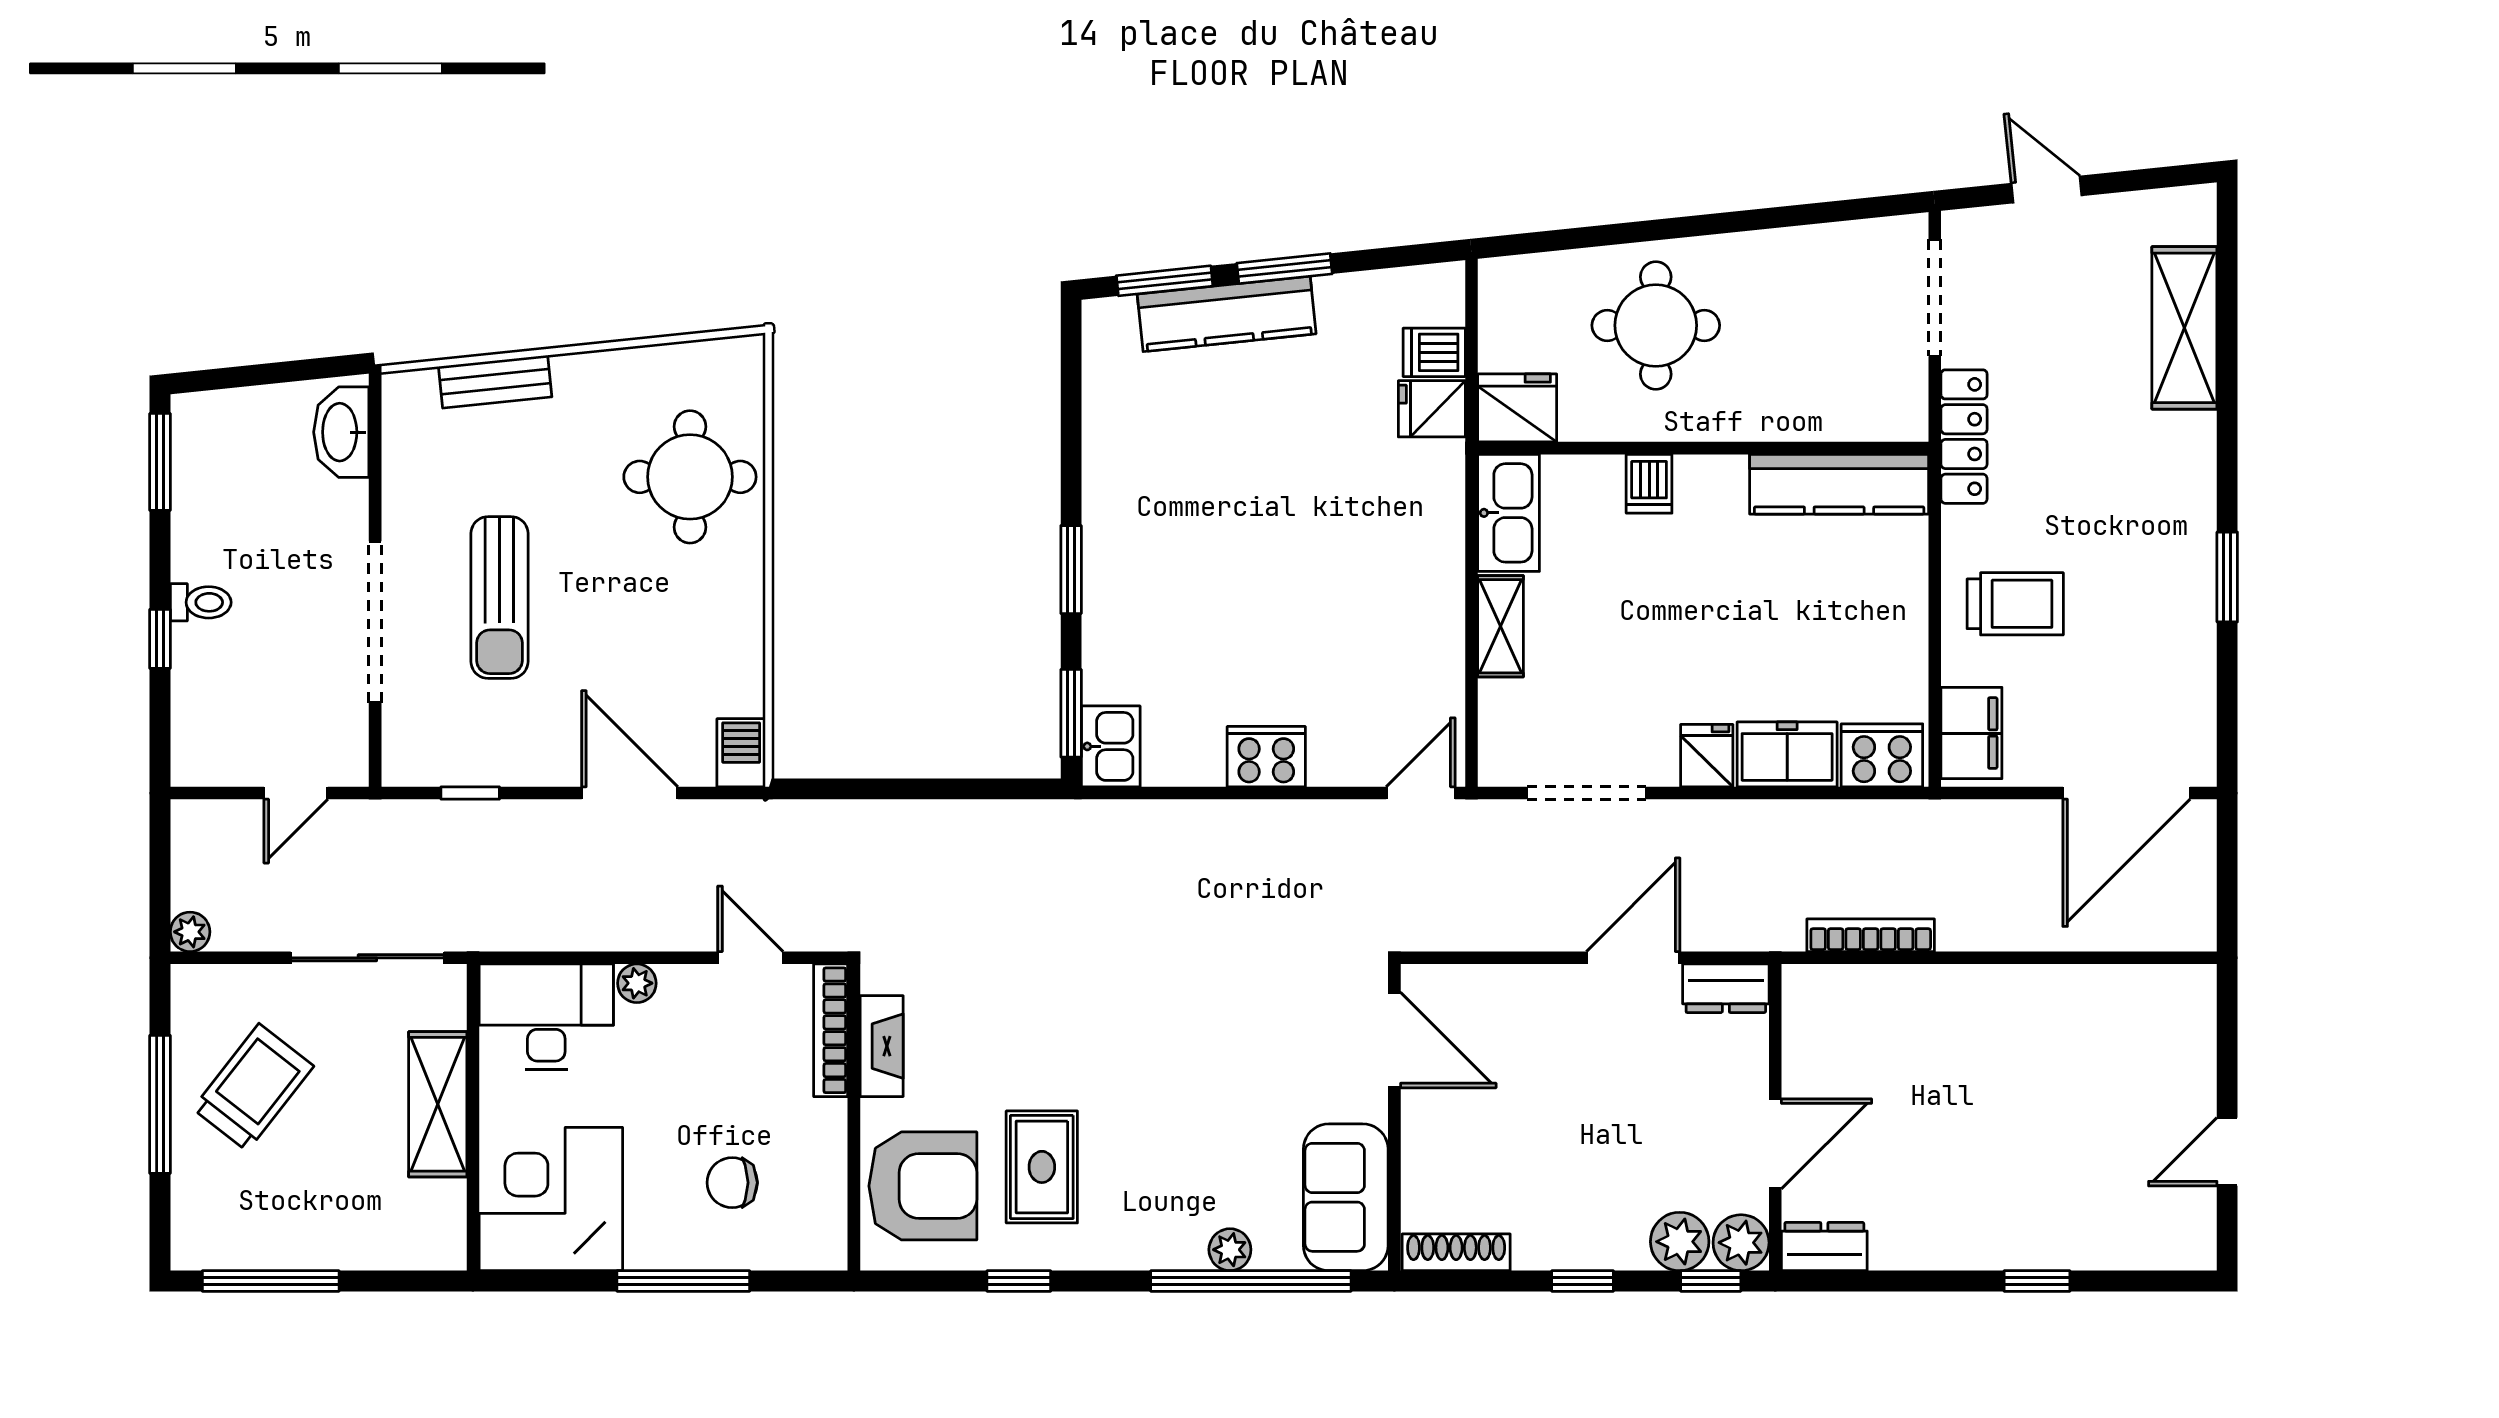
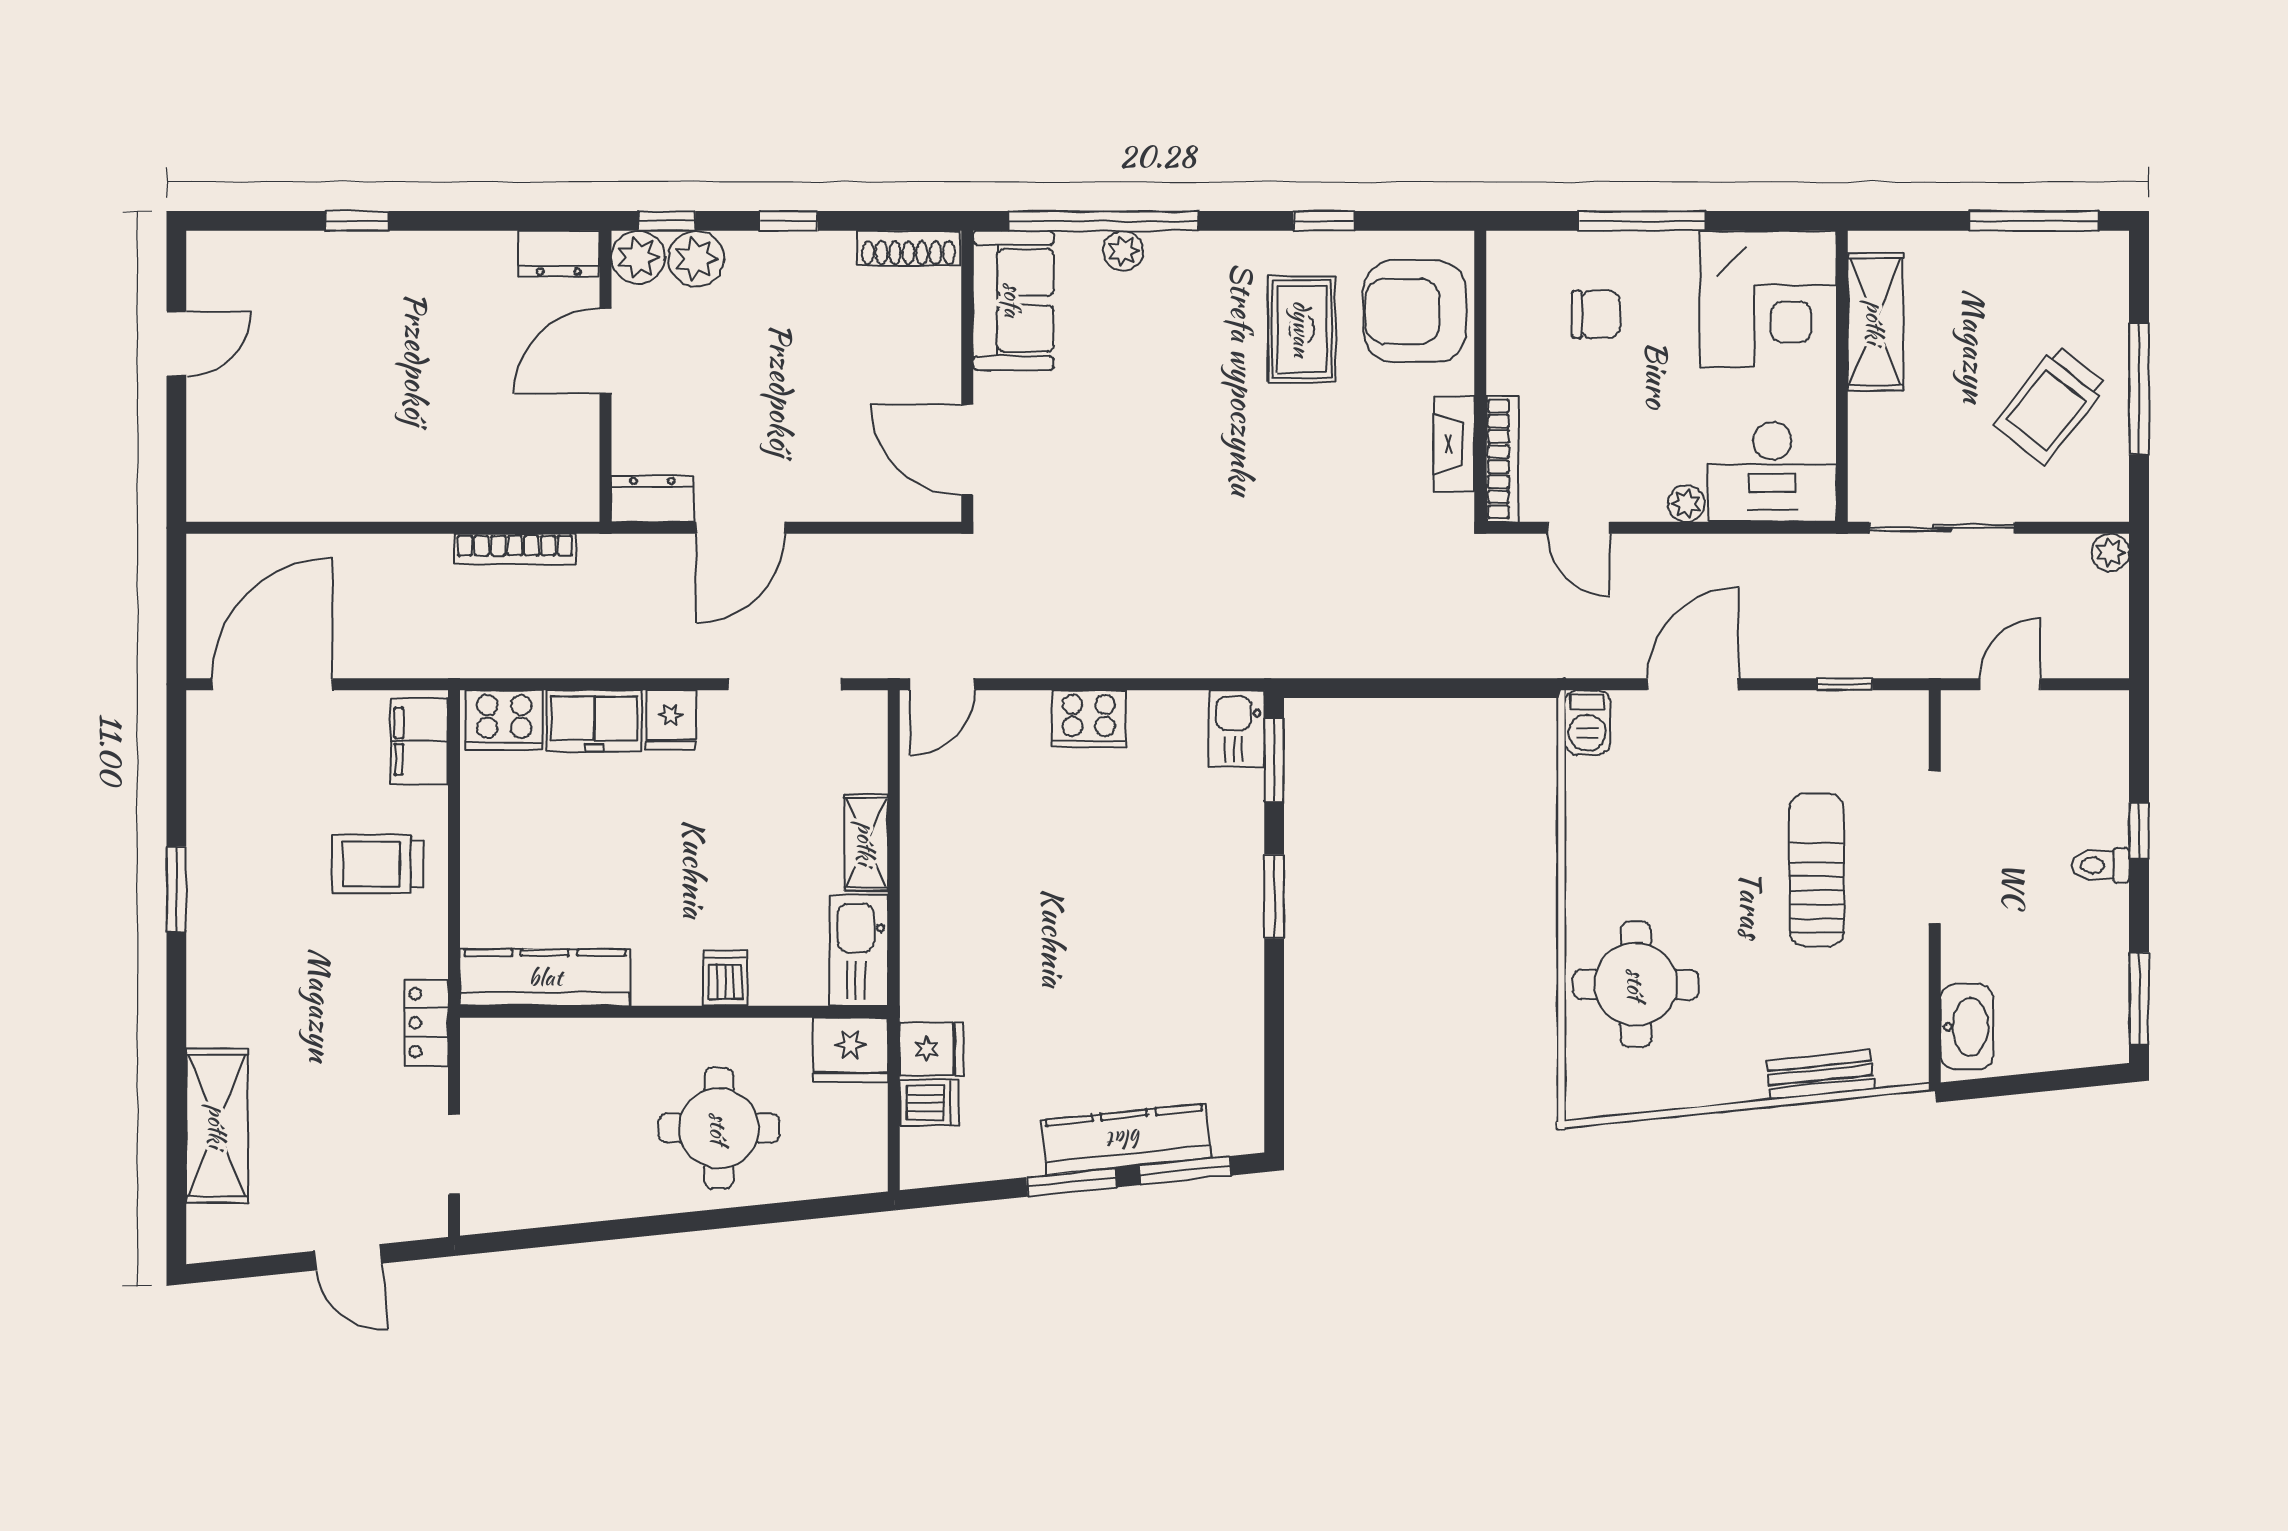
doorway: (1935, 298) -> (454, 1154), width x0.73
locker: (1964, 437) -> (426, 1023), width x0.66
door: (630, 793) -> (1693, 684), swing flipped
shelving: (438, 1104) -> (1875, 322), moved

